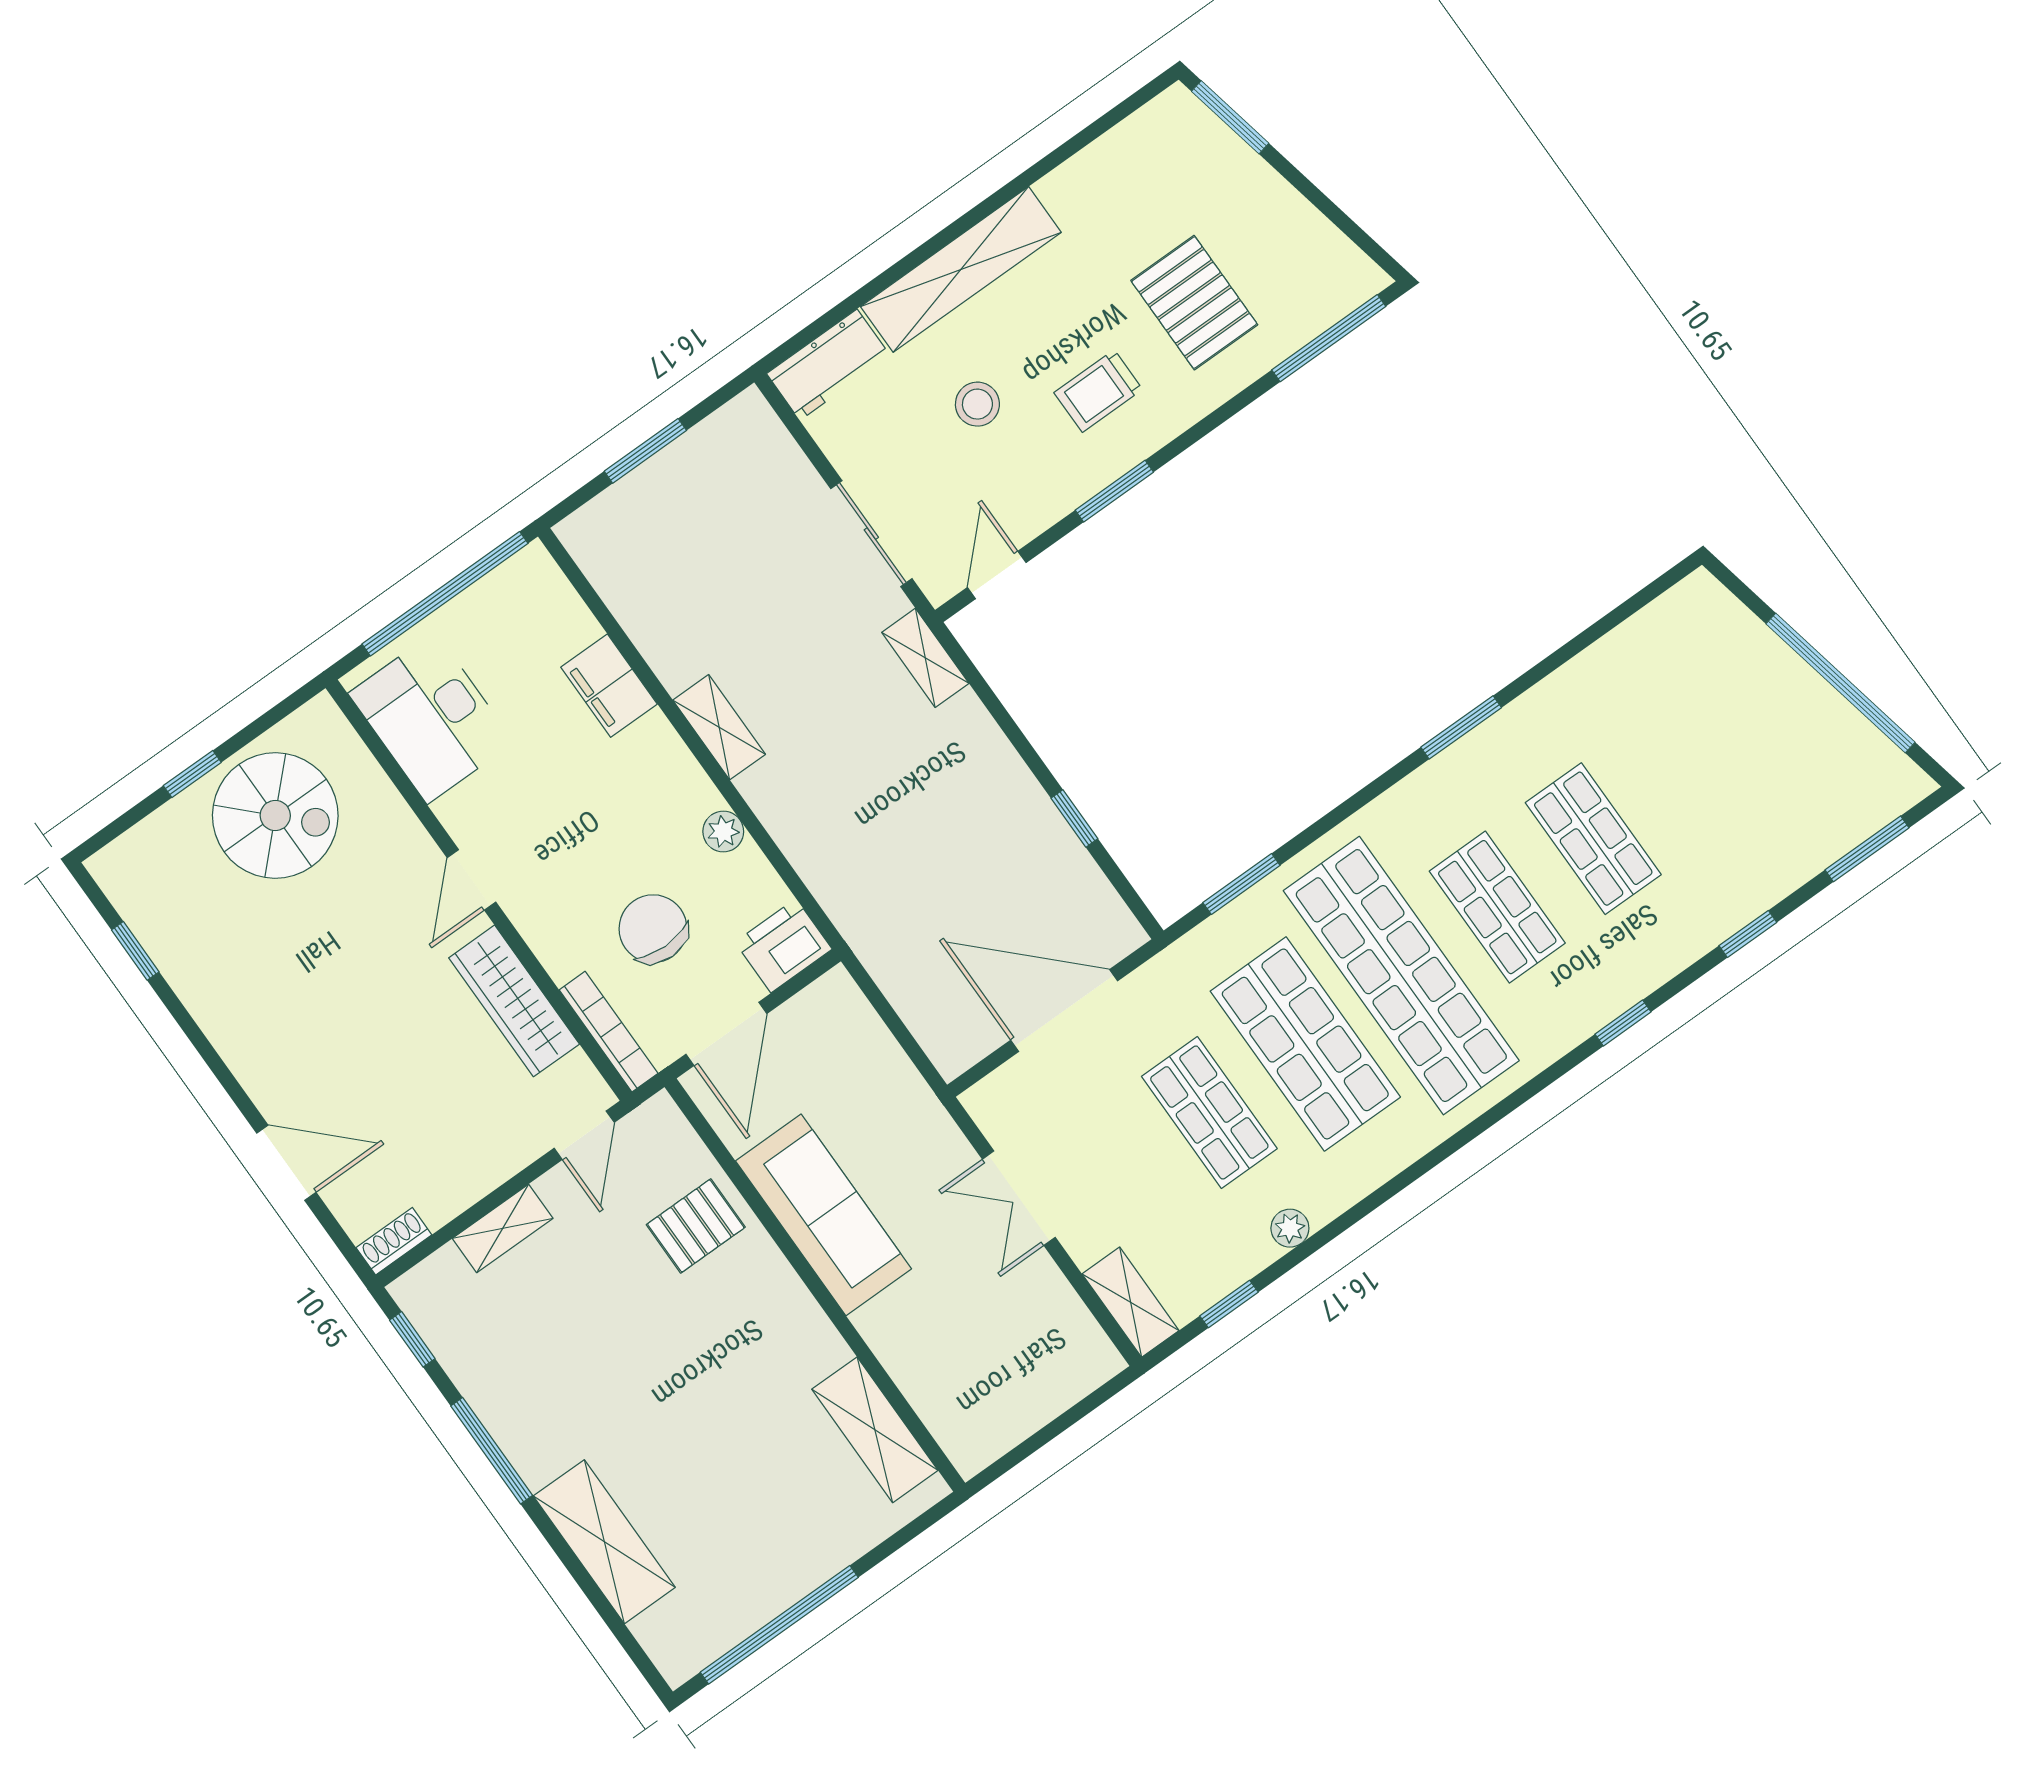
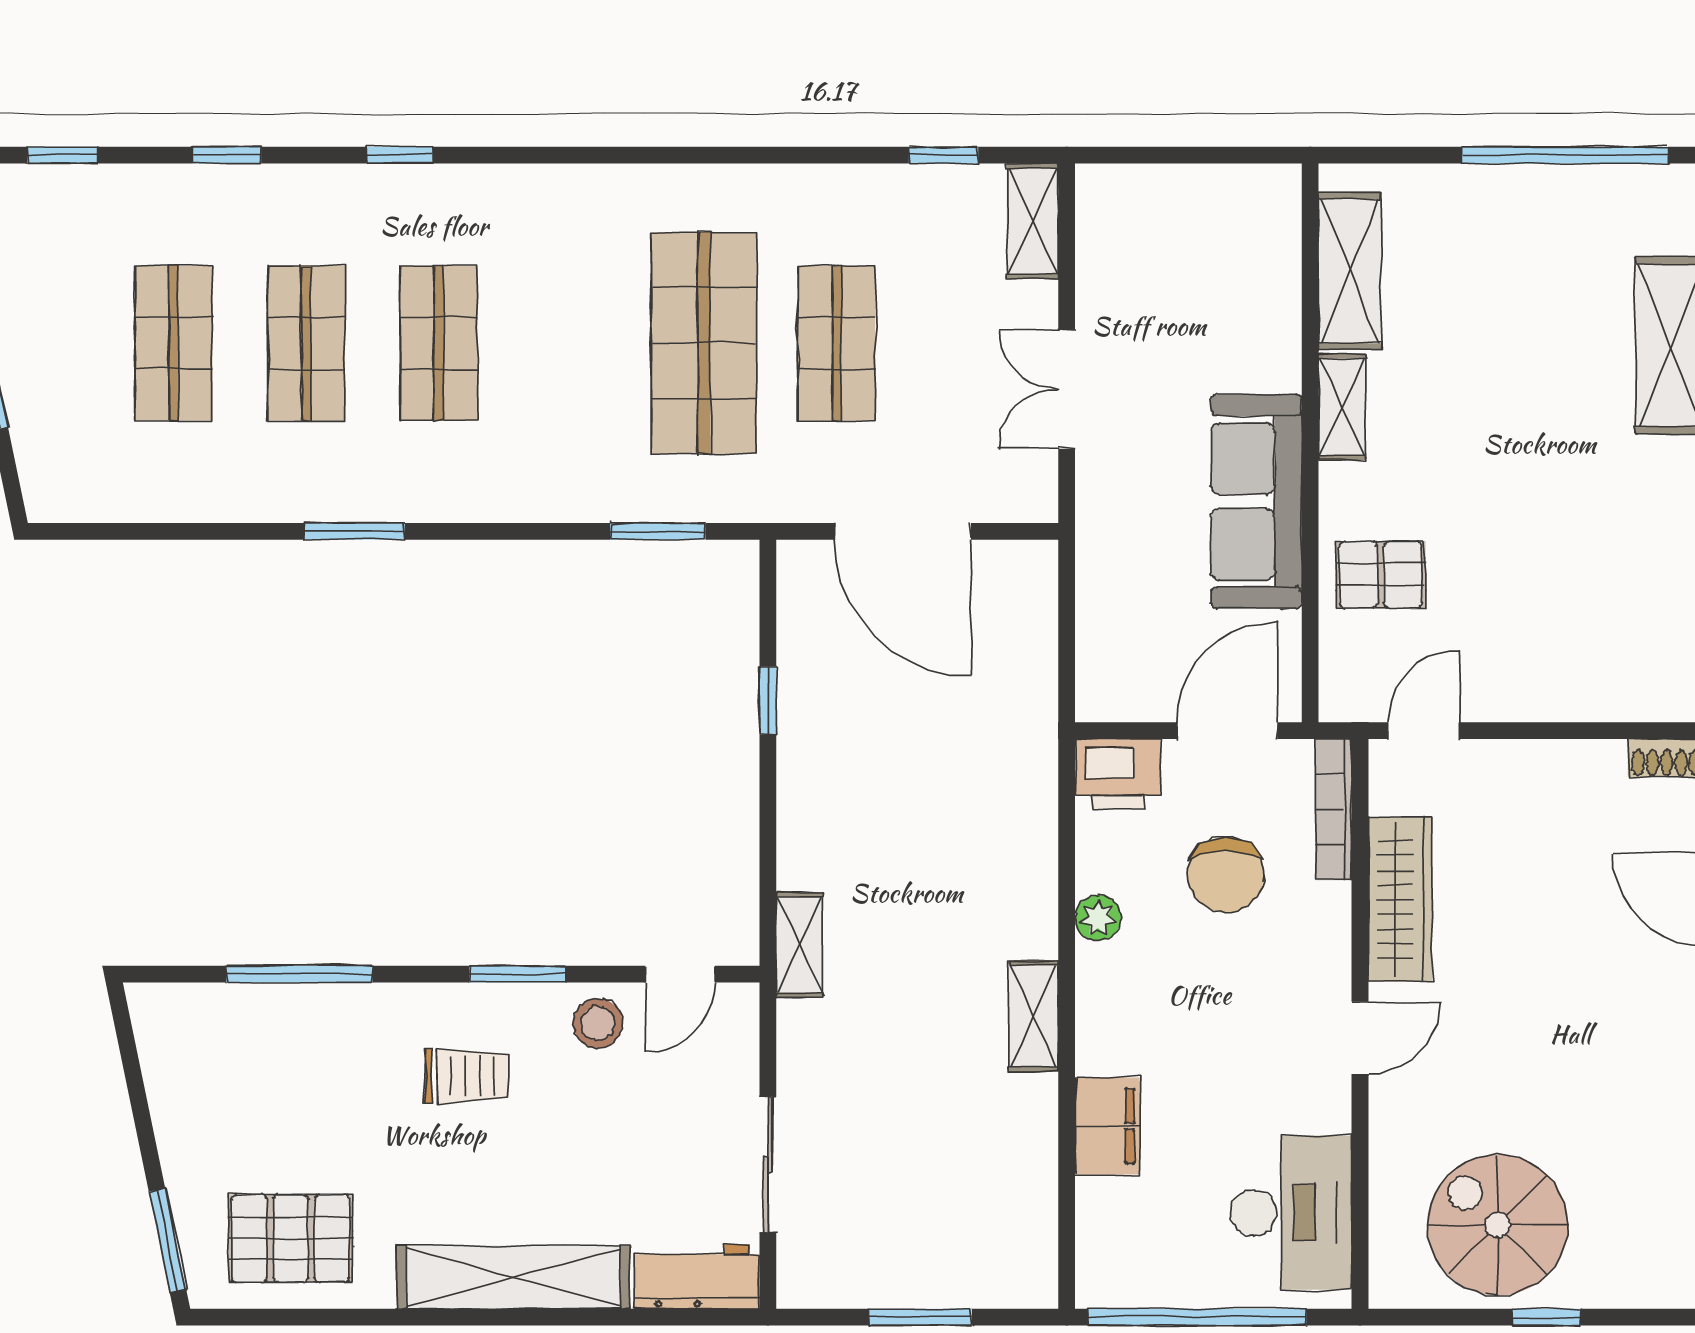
pallet: (1194, 303) -> (291, 1238), moved, turned 90
window: (1329, 338) -> (299, 974), moved
stool: (977, 404) -> (598, 1023), moved
sliding door: (871, 534) -> (768, 1165), moved
window: (1867, 849) -> (62, 155), width x0.67
shop shelf: (1401, 976) -> (174, 343), moved, width x0.50, depth x0.74
double door: (1019, 1198) -> (1067, 389), swing flipped
shelving: (503, 1228) -> (1342, 407), moved, turned 90
plant: (1290, 1228) -> (838, 185), removed

